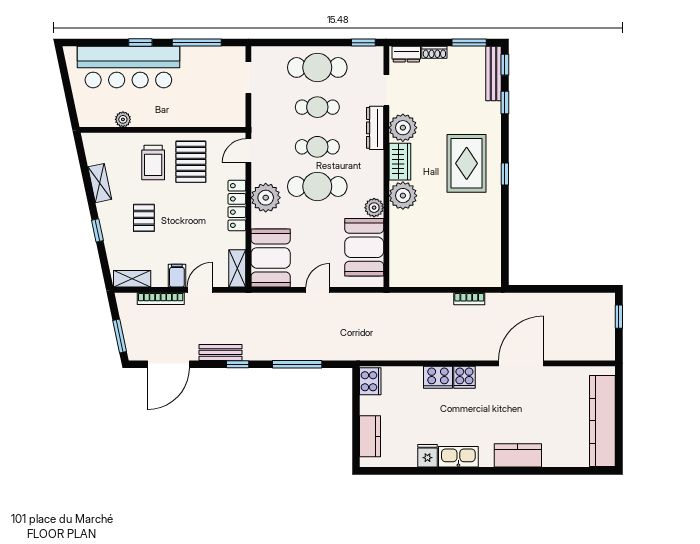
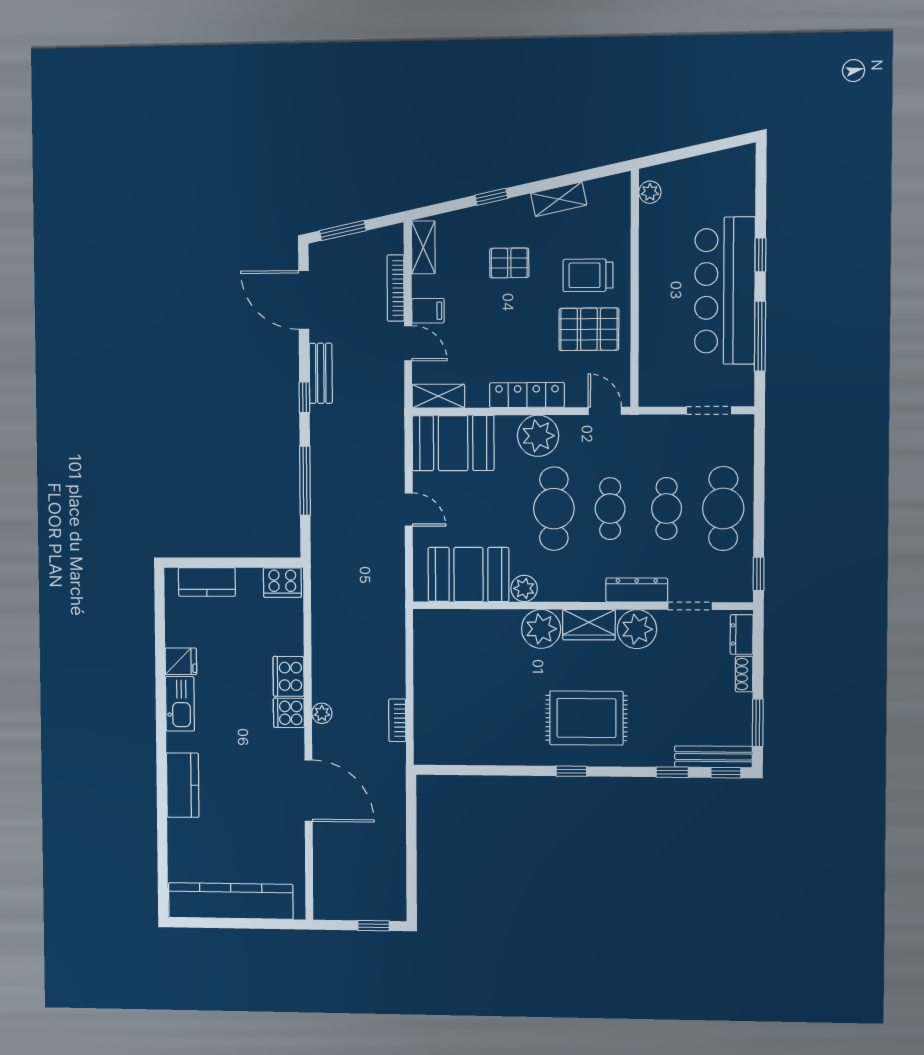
bar counter: (128, 67) -> (725, 291), moved
plant: (123, 119) -> (650, 192), moved
plant: (465, 353) -> (322, 713), added

